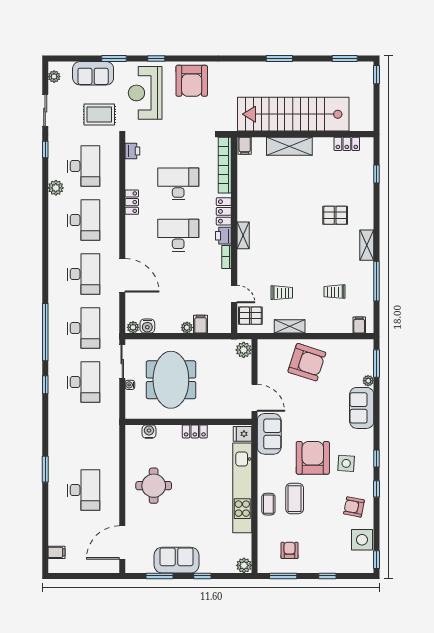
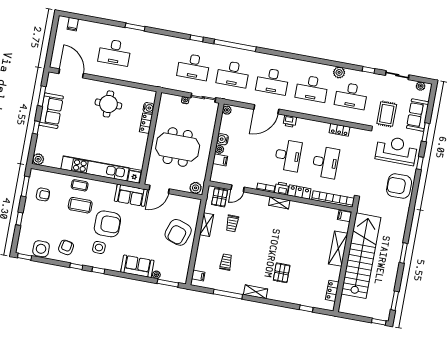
printer: (132, 151) -> (290, 121), moved
locker: (132, 202) -> (340, 130), moved
water cooler: (147, 326) -> (222, 139), moved
meeting table: (171, 380) -> (178, 147), moved
locker: (195, 431) -> (146, 123), moved

